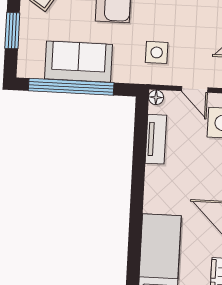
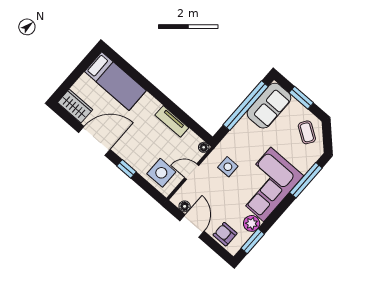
sofa: (79, 62) -> (269, 106), moved
tv unit: (156, 139) -> (172, 121), moved

